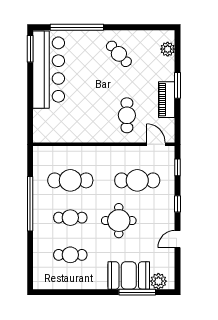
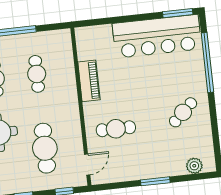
piano: (167, 100) -> (89, 81), moved, turned 90
cafe table: (70, 180) -> (37, 74), width x0.73, depth x0.74

